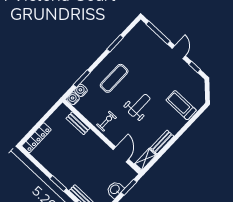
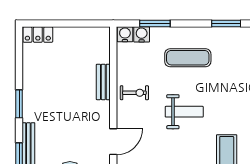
bench: (78, 123) -> (103, 82), moved
locker: (36, 138) -> (38, 35), width x0.66

